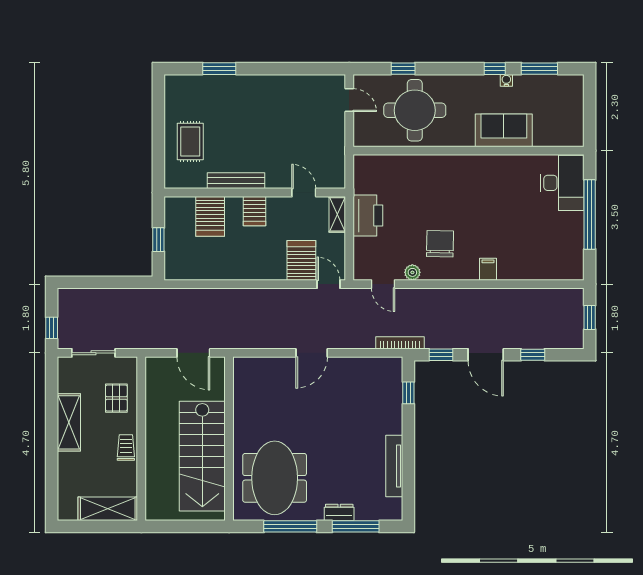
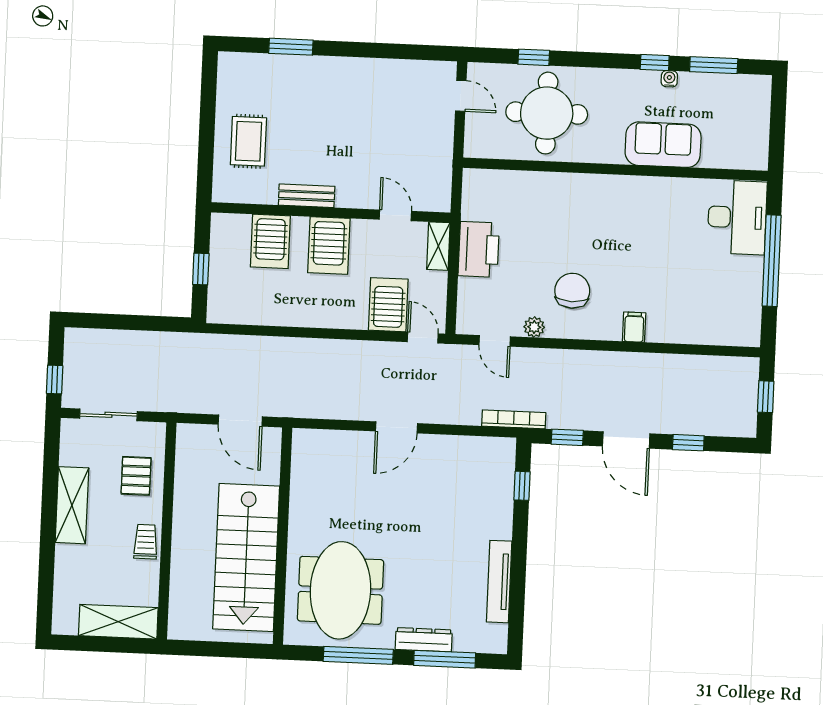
bench: (236, 181) -> (307, 196), width x0.73
server rack: (254, 211) -> (329, 246), width x1.36, depth x1.44
dresser: (339, 512) -> (424, 640), width x1.44

